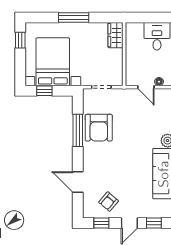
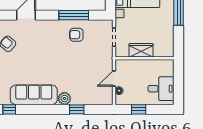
wardrobe: (116, 35) -> (141, 50), moved
armchair: (99, 128) -> (76, 35), width x0.53, depth x0.53

